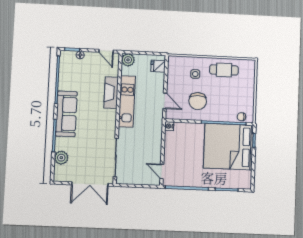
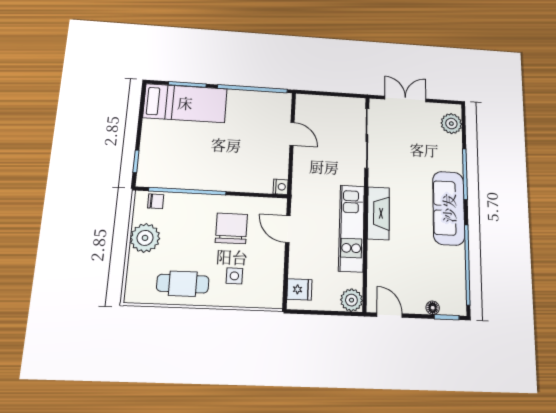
fireplace: (111, 93) -> (378, 213), moved
plant: (246, 96) -> (145, 238), added
bed: (229, 147) -> (185, 103), moved, width x0.49
plant: (61, 158) -> (451, 124), moved
door: (162, 171) -> (292, 134), moved
double door: (90, 184) -> (405, 99), width x0.73

